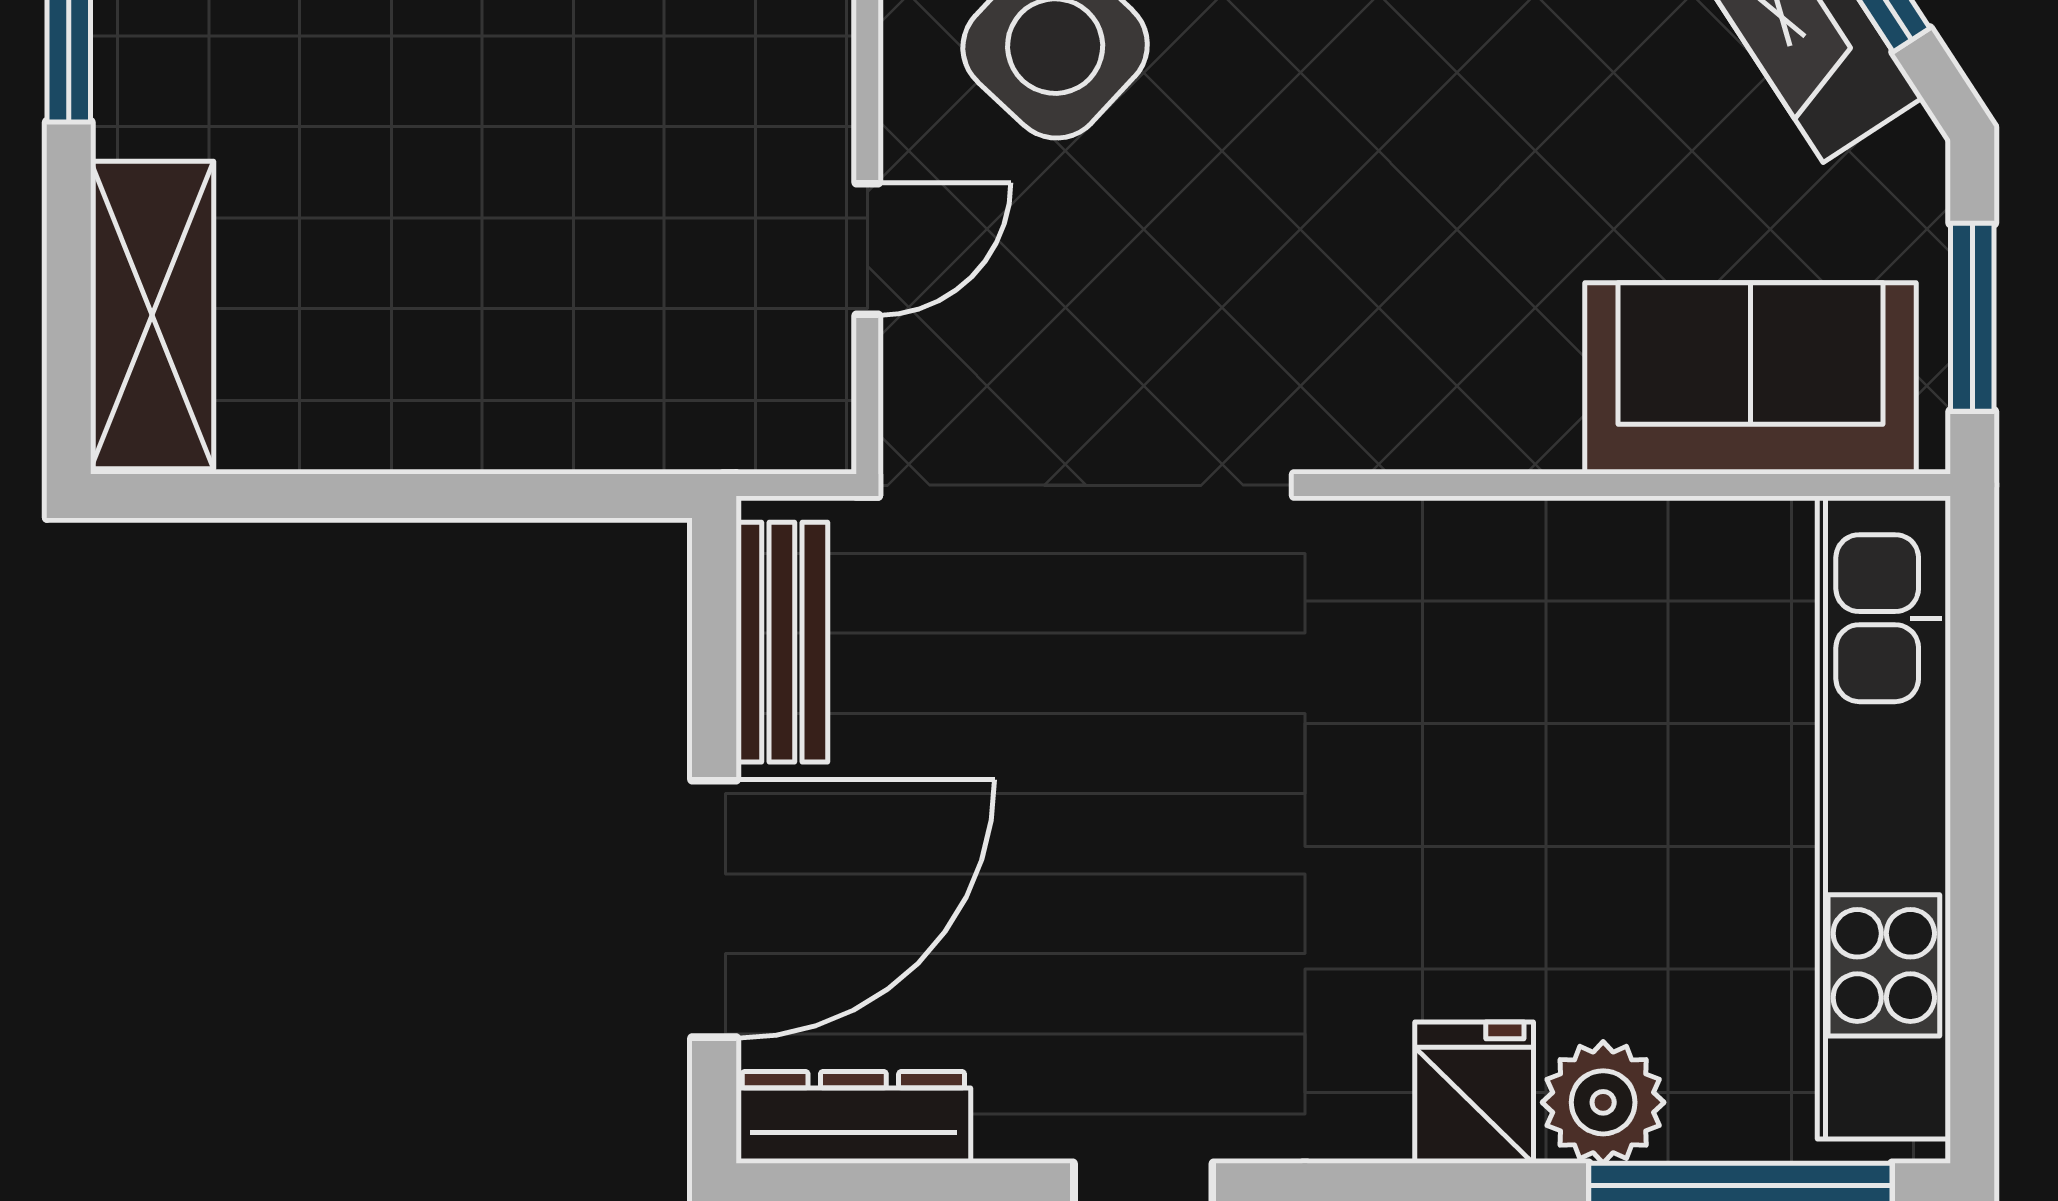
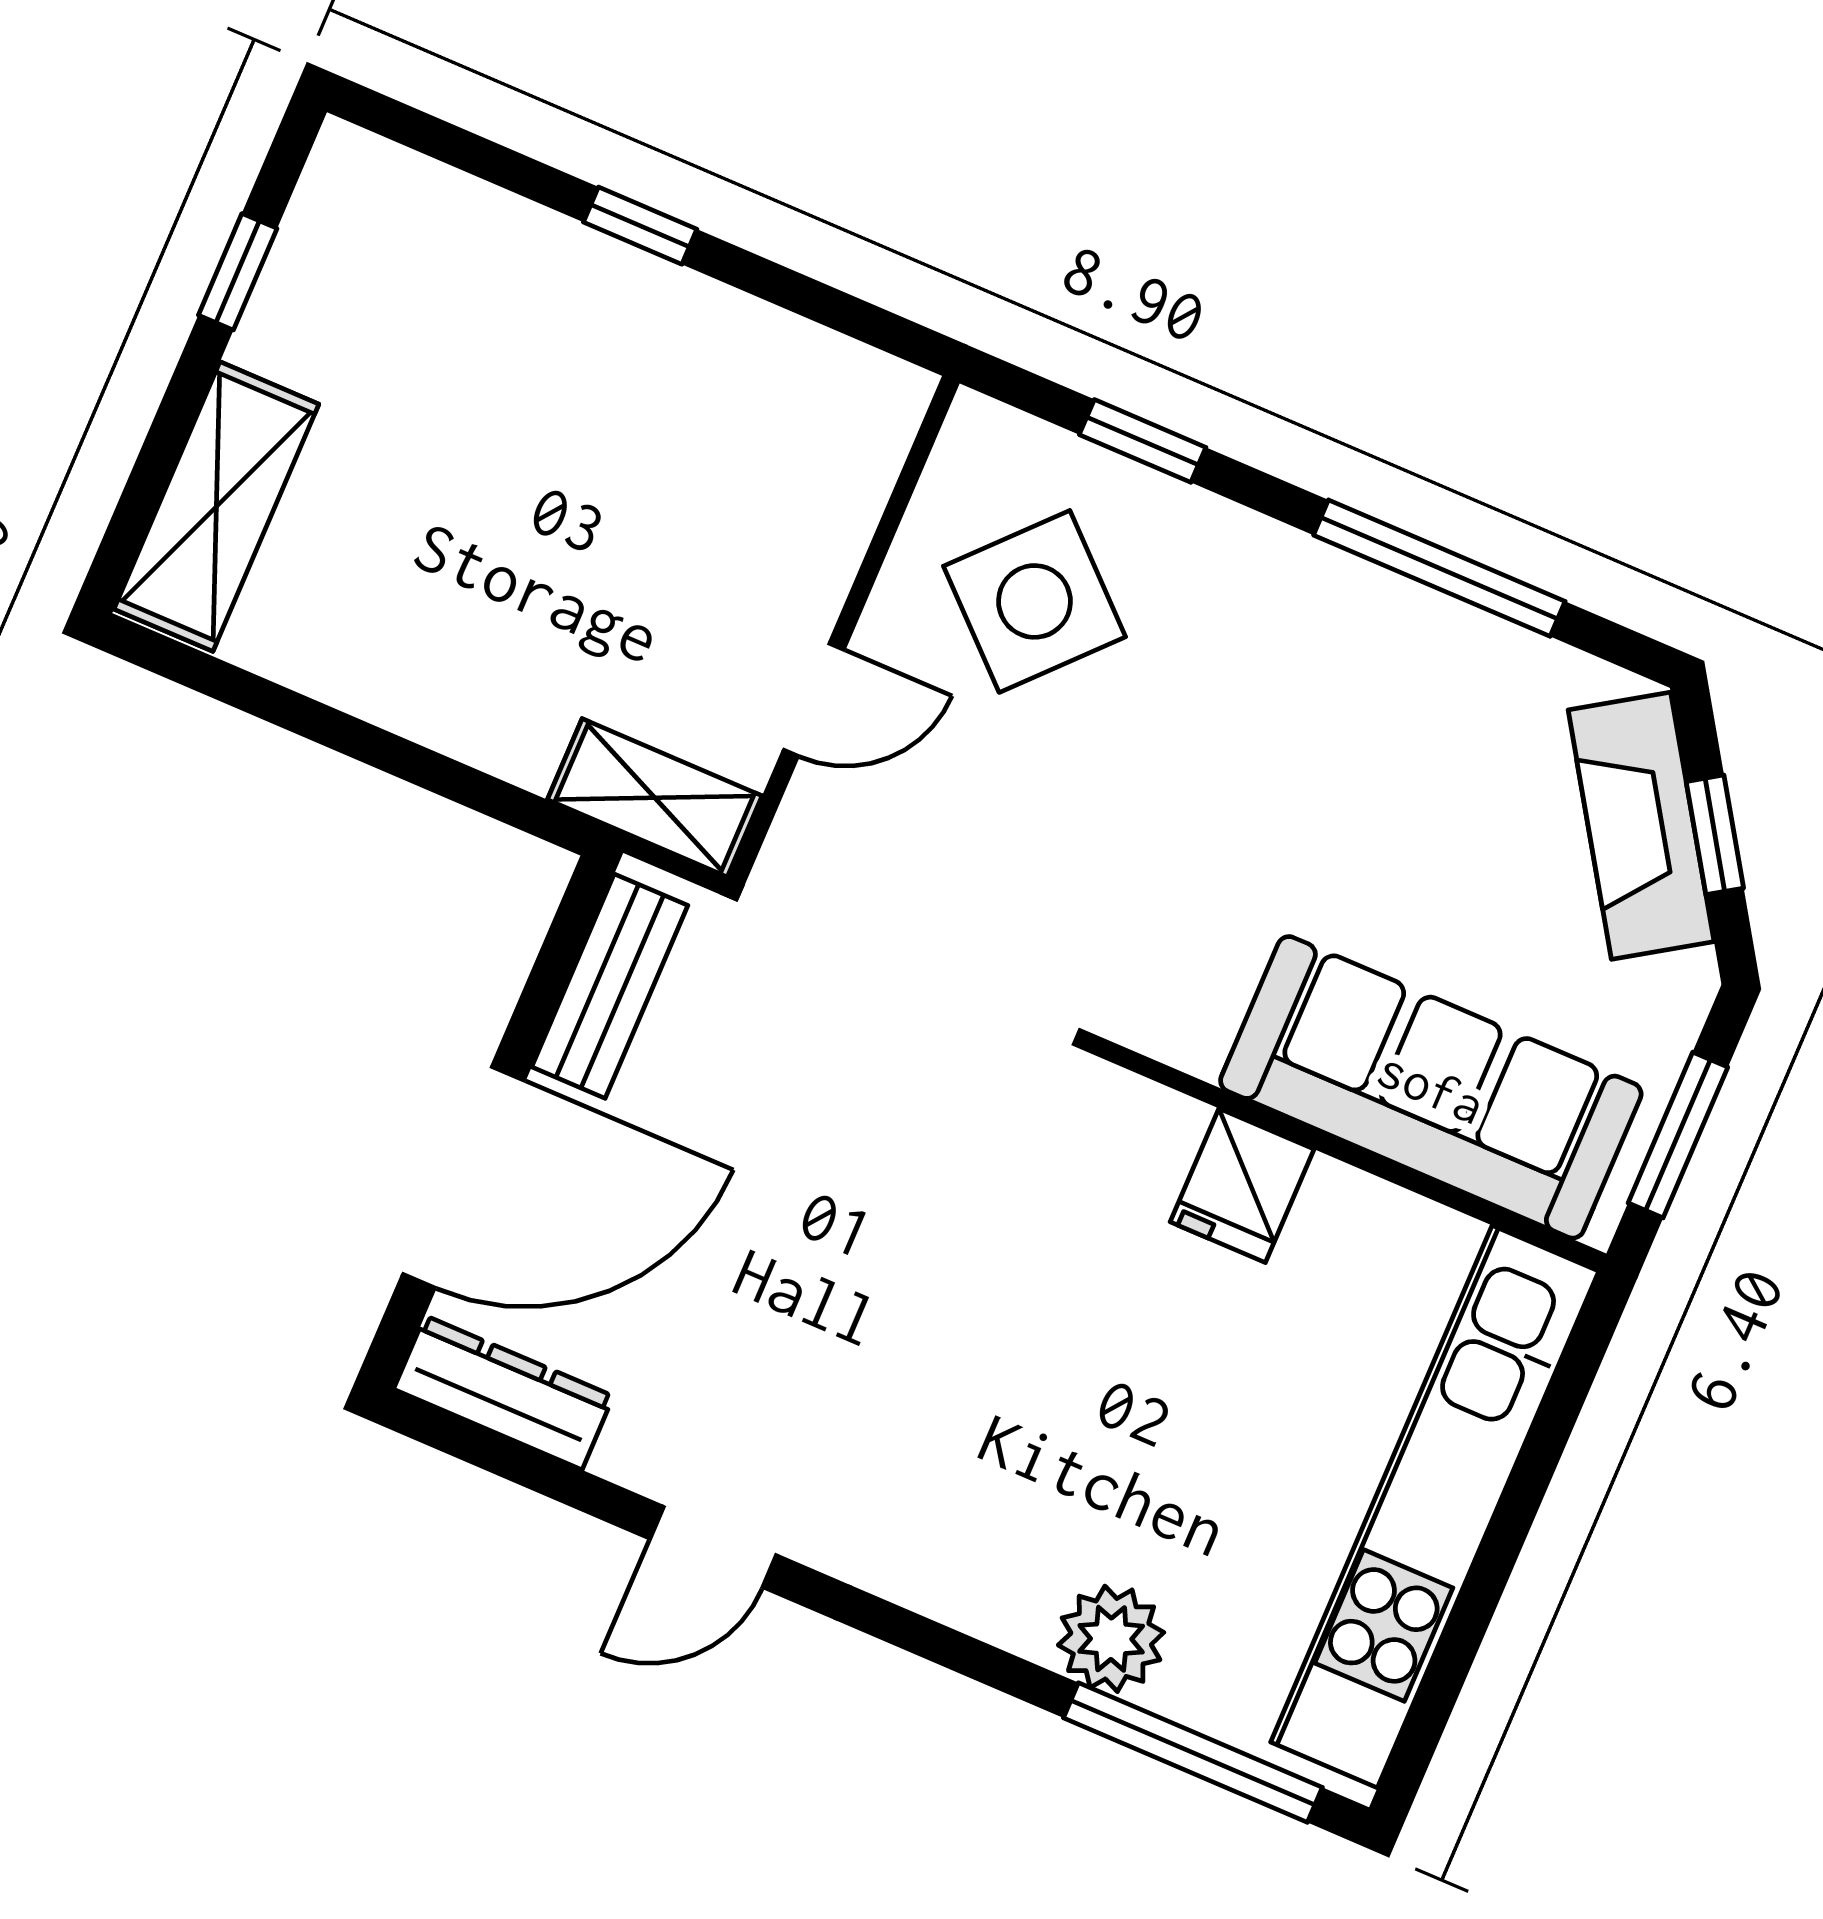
sofa: (1750, 378) -> (1431, 1087), width x1.36
shelving: (744, 424) -> (655, 798), added
fridge: (1474, 1093) -> (1242, 1185), moved, turned 180

